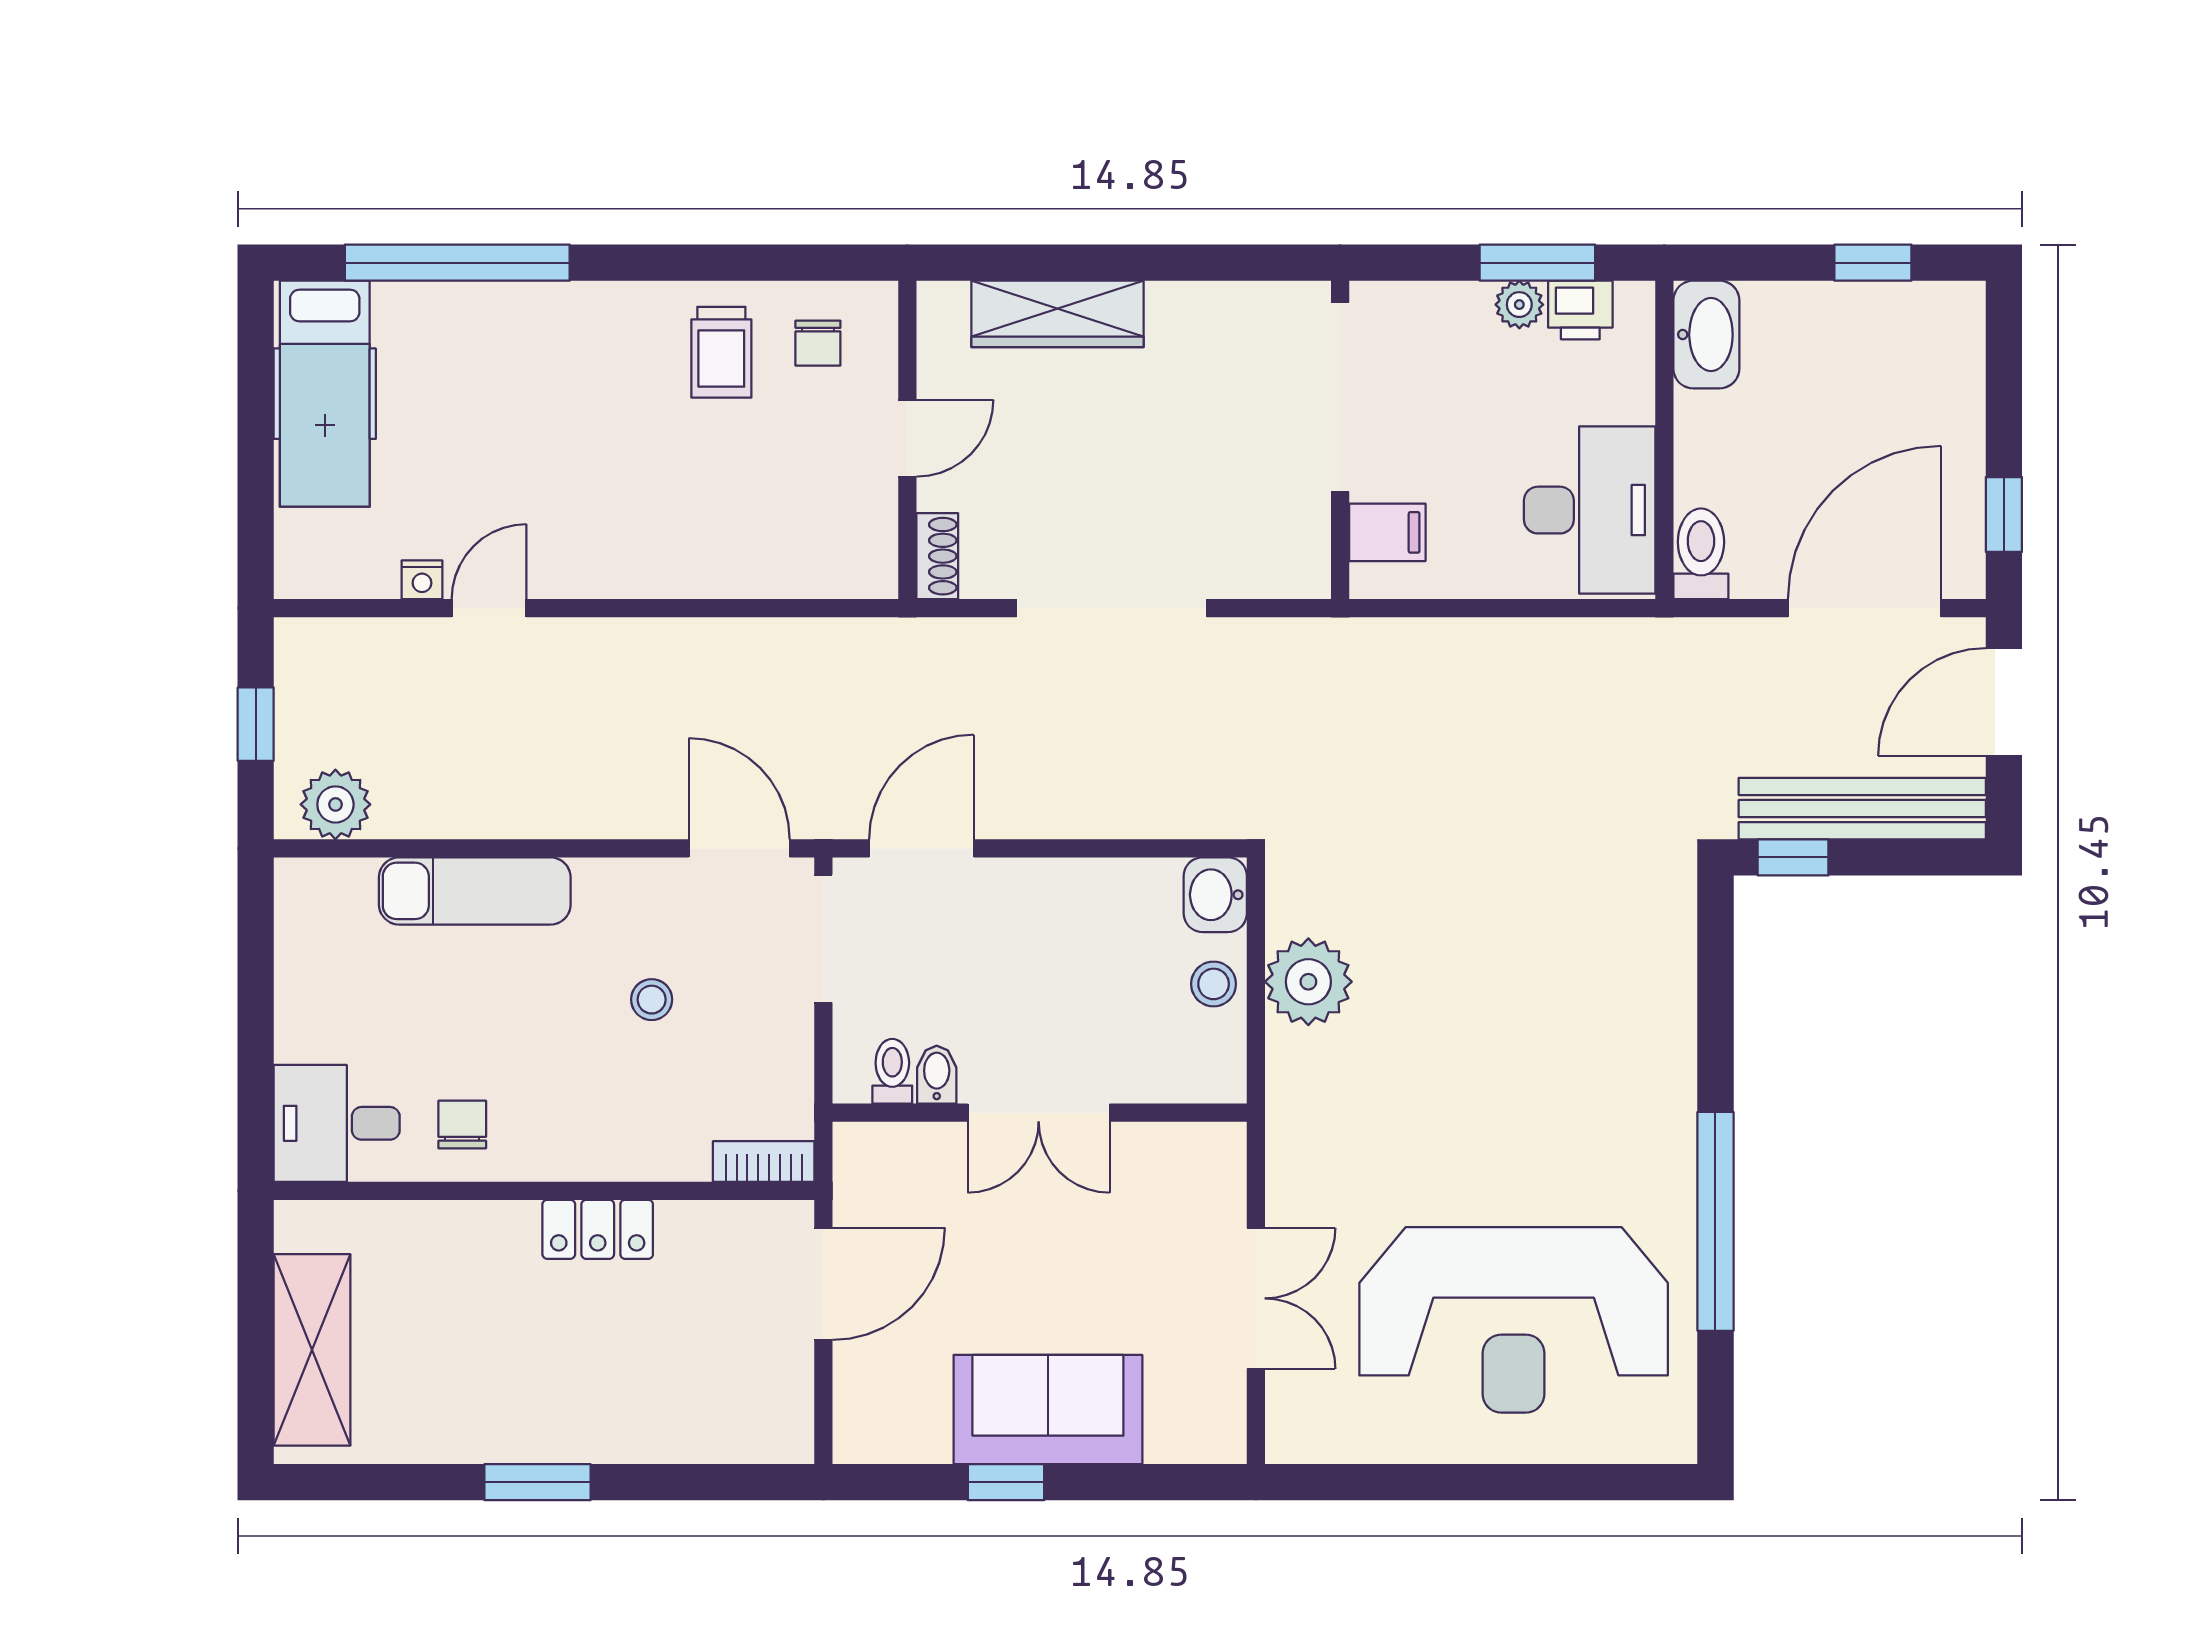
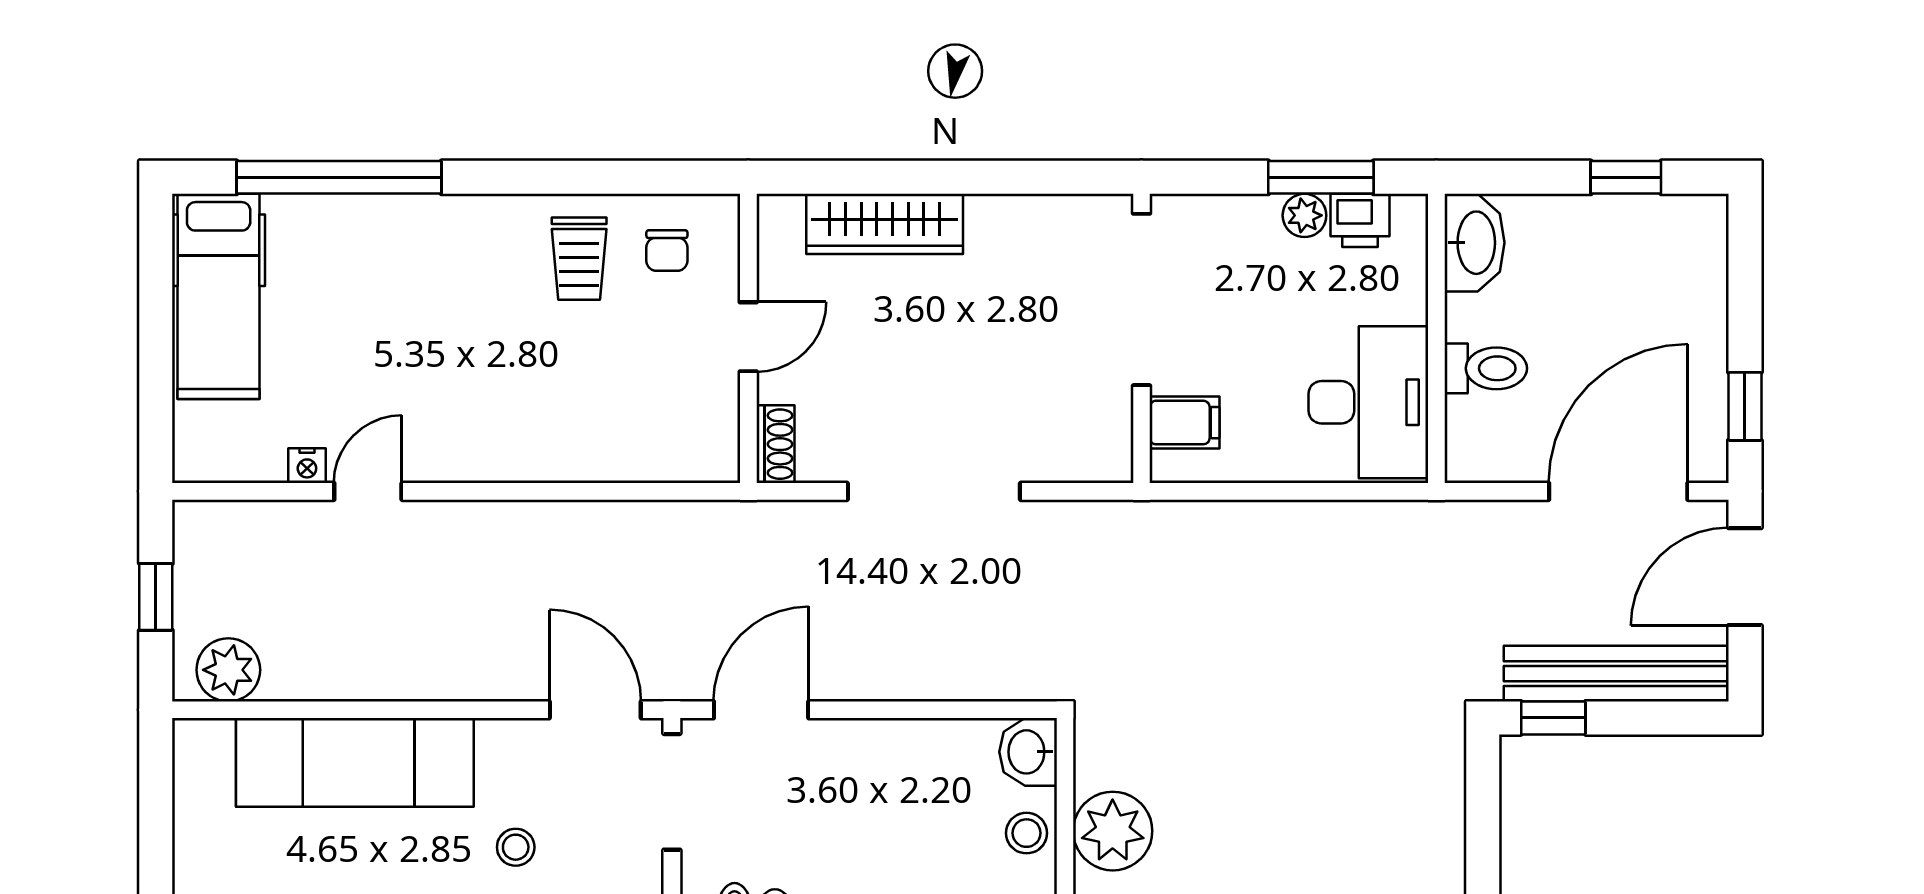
toilet: (1701, 554) -> (1486, 368), moved, turned 90
exam couch: (475, 891) -> (355, 762), width x1.36, depth x1.45

